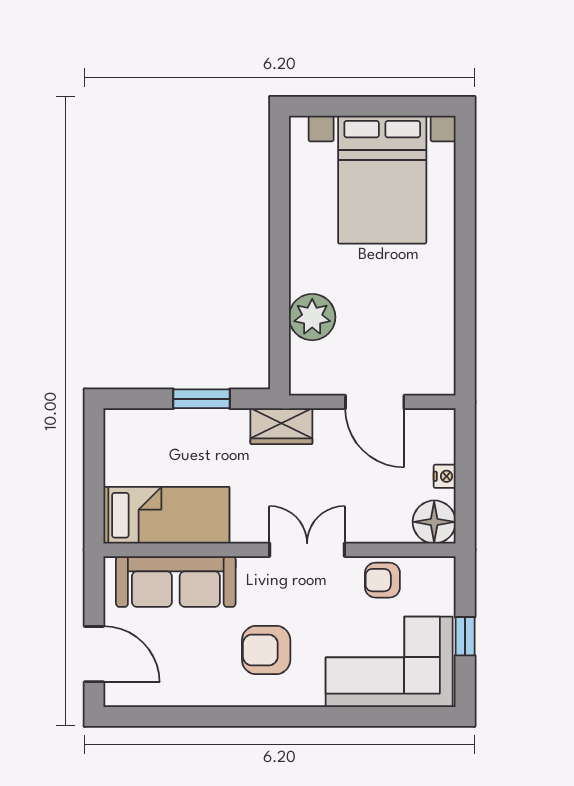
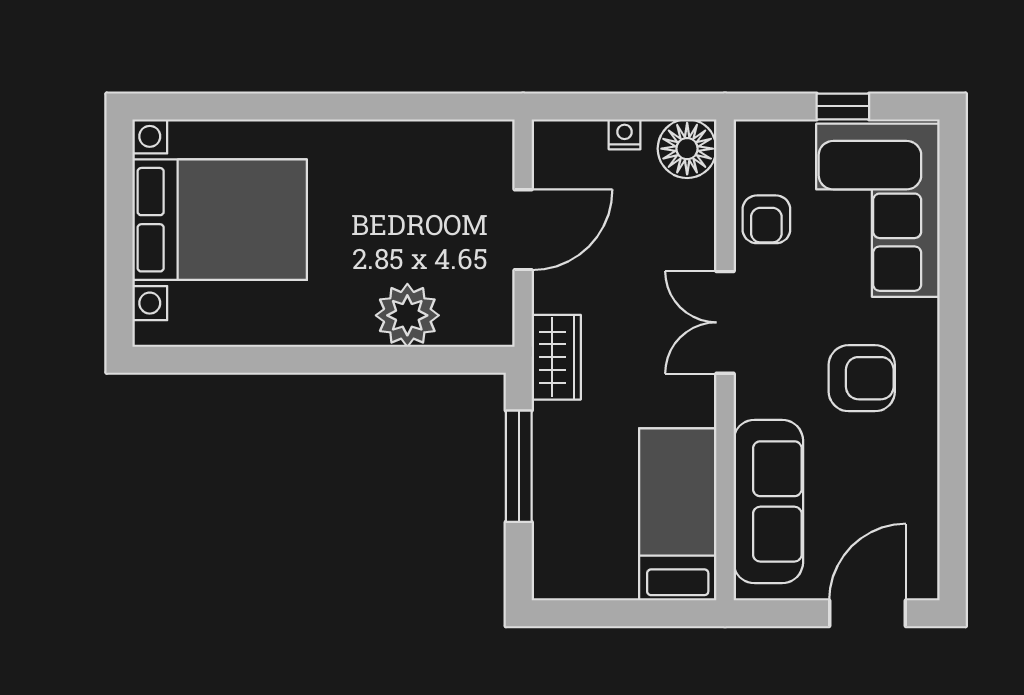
window: (202, 399) -> (519, 466), width x1.44
armchair: (266, 650) -> (862, 378), turned -90

